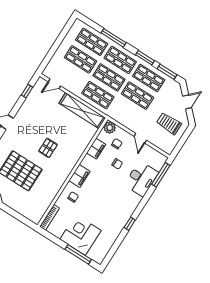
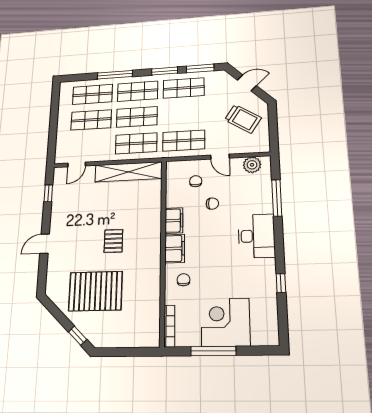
shop shelf: (138, 96) -> (184, 141), moved
door: (187, 102) -> (247, 83), hinge flipped
trolley: (169, 124) -> (243, 119), turned -147
plant: (110, 128) -> (252, 165), moved
filing cabinet: (96, 149) -> (174, 221), moved
window: (161, 175) -> (277, 198), moved
desk: (141, 179) -> (256, 236), moved
window: (130, 224) -> (281, 283), moved
window: (78, 254) -> (213, 351), moved

